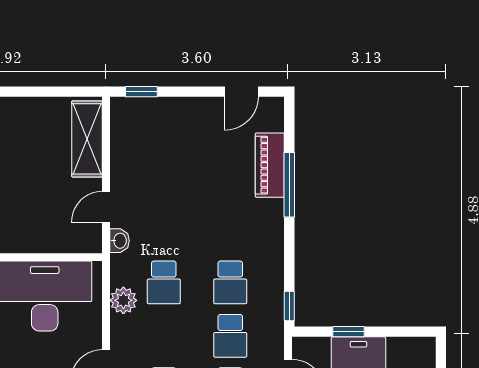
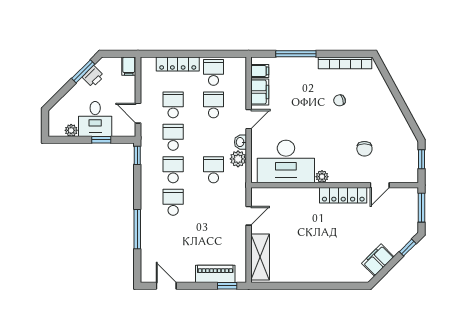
door: (242, 92) -> (166, 286), hinge flipped
piano: (270, 165) -> (215, 274), moved, turned -90
school desk: (230, 229) -> (173, 202), added
washbasin: (120, 241) -> (240, 142), moved
plant: (398, 347) -> (71, 130), added

